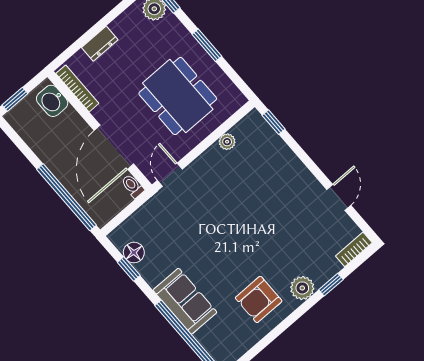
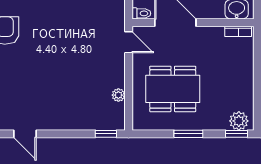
dresser: (100, 44) -> (246, 69), removed
bookcase: (77, 88) -> (238, 31), width x0.64

